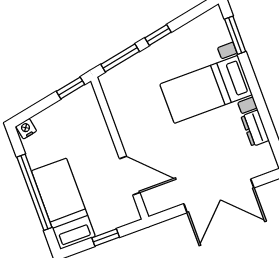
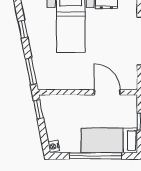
window: (158, 35) -> (23, 29), moved
door: (130, 176) -> (107, 92), hinge flipped

